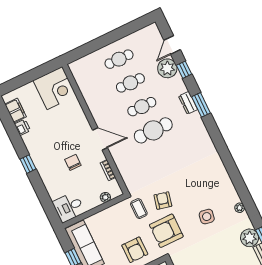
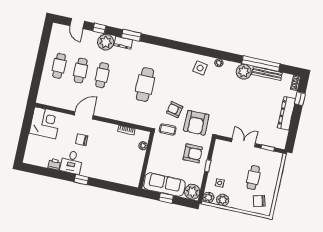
plant: (167, 68) -> (106, 42), moved
filing cabinet: (16, 111) -> (40, 160), removed
cafe table: (153, 130) -> (145, 85), moved
door: (100, 139) -> (84, 115), moved
chair: (73, 162) -> (82, 140), moved
desk: (69, 207) -> (72, 162), moved
side table: (207, 217) -> (200, 68), moved

